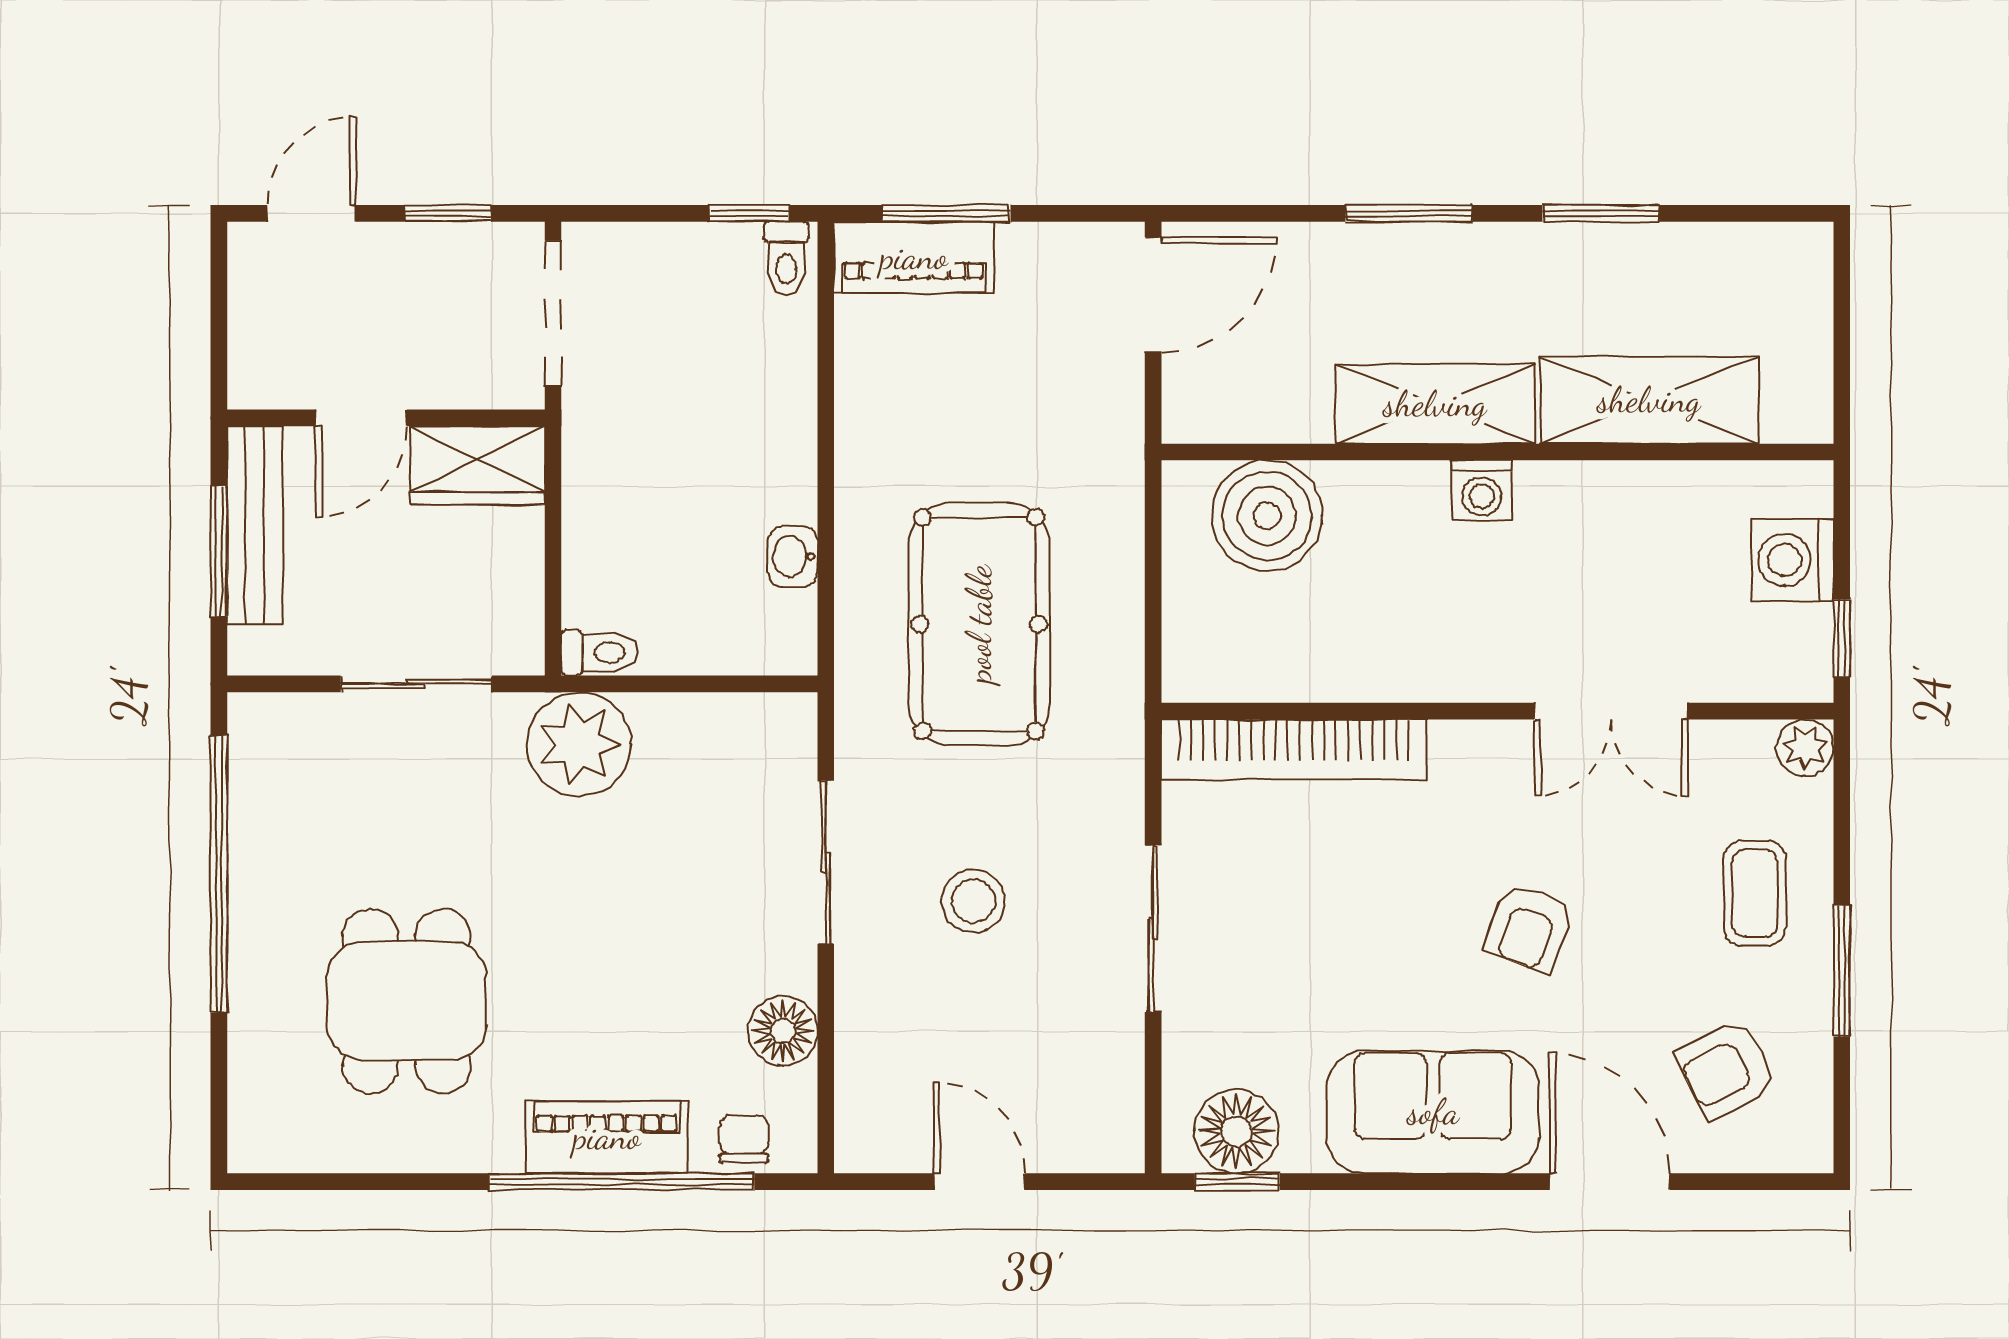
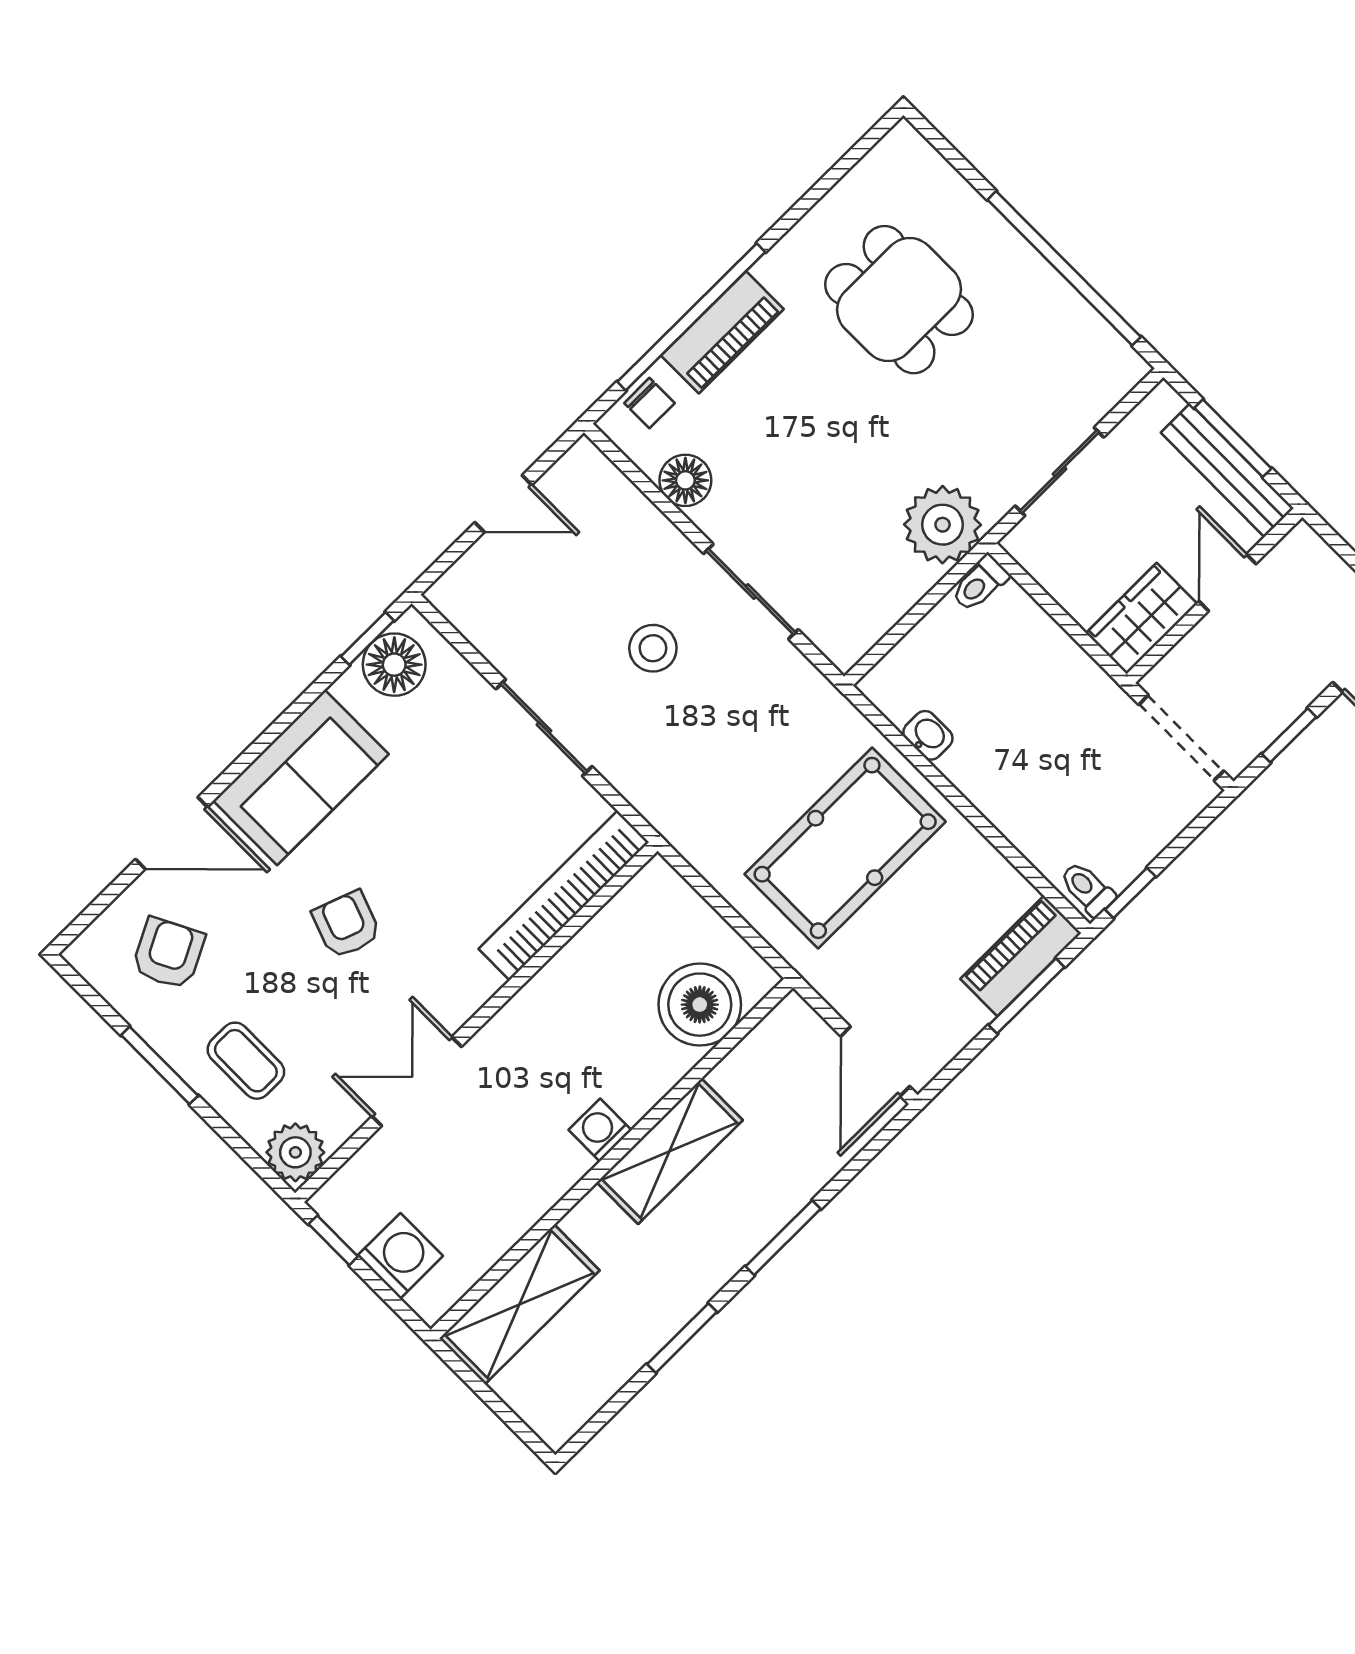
shelving: (1649, 400) -> (519, 1304), moved
pool table: (979, 624) -> (845, 848), moved, turned 90
plant: (1805, 748) -> (295, 1152), width x1.38, depth x1.38

